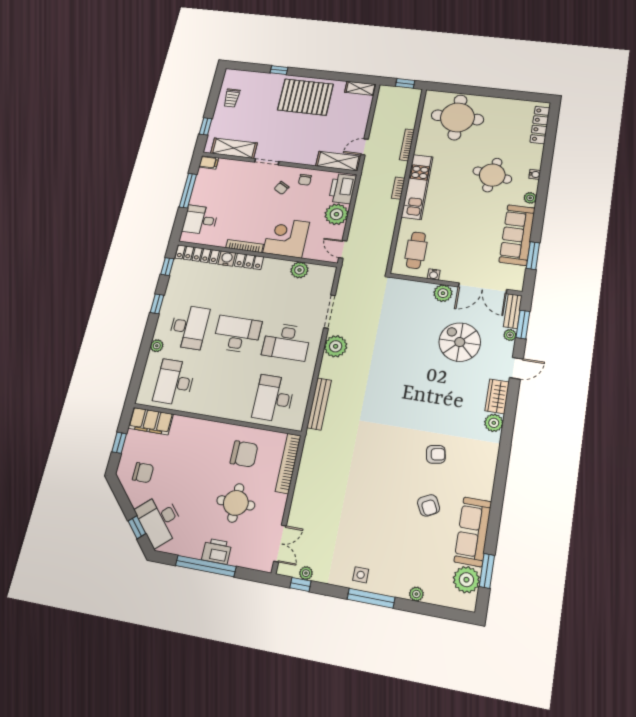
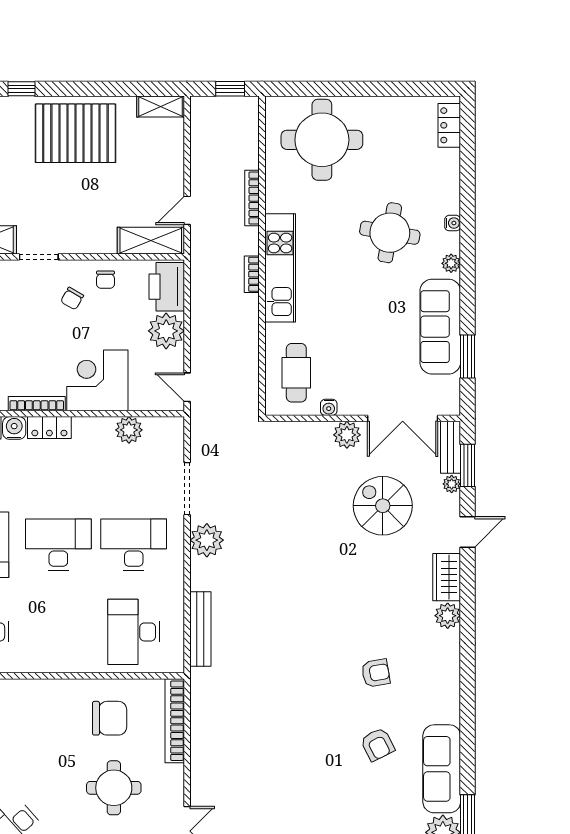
locker: (540, 125) -> (449, 125), width x0.66
desk: (286, 342) -> (134, 545), turned 180

